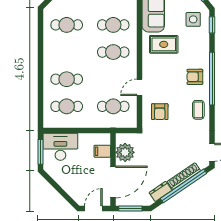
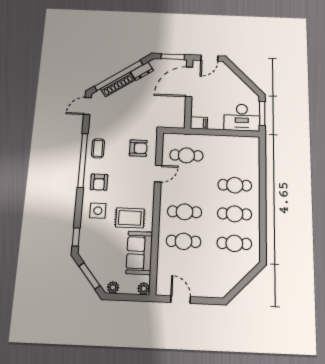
side table: (193, 19) -> (98, 211), moved
armchair: (195, 77) -> (99, 182), turned 90
window: (212, 79) -> (83, 160), moved
cafe table: (67, 106) -> (235, 214), moved
armchair: (160, 112) -> (138, 148), turned 90
filing cabinet: (102, 151) -> (199, 123), moved
plant: (125, 152) -> (176, 109), removed

